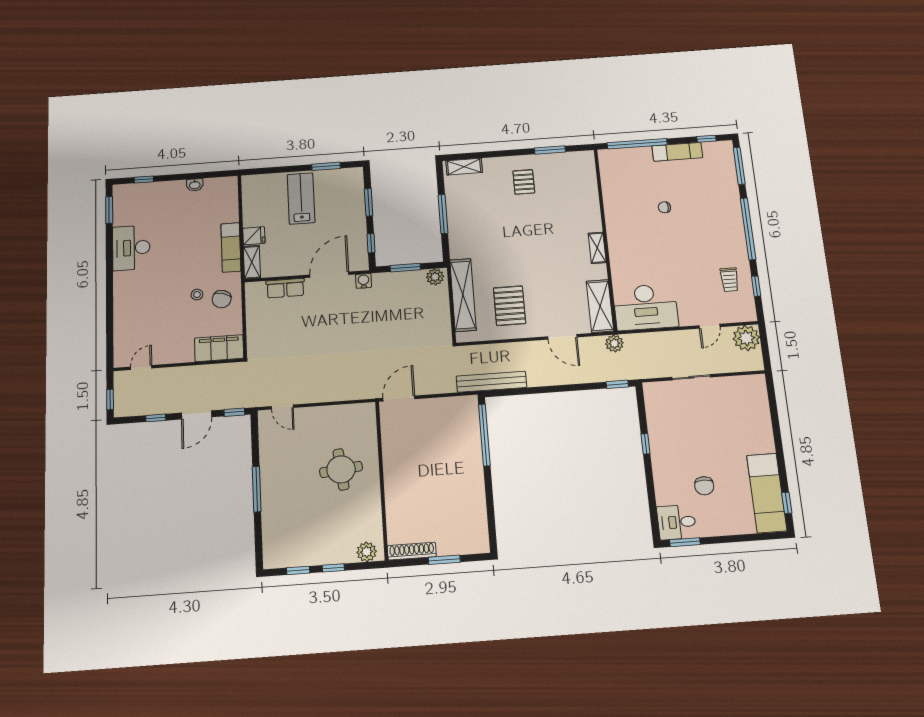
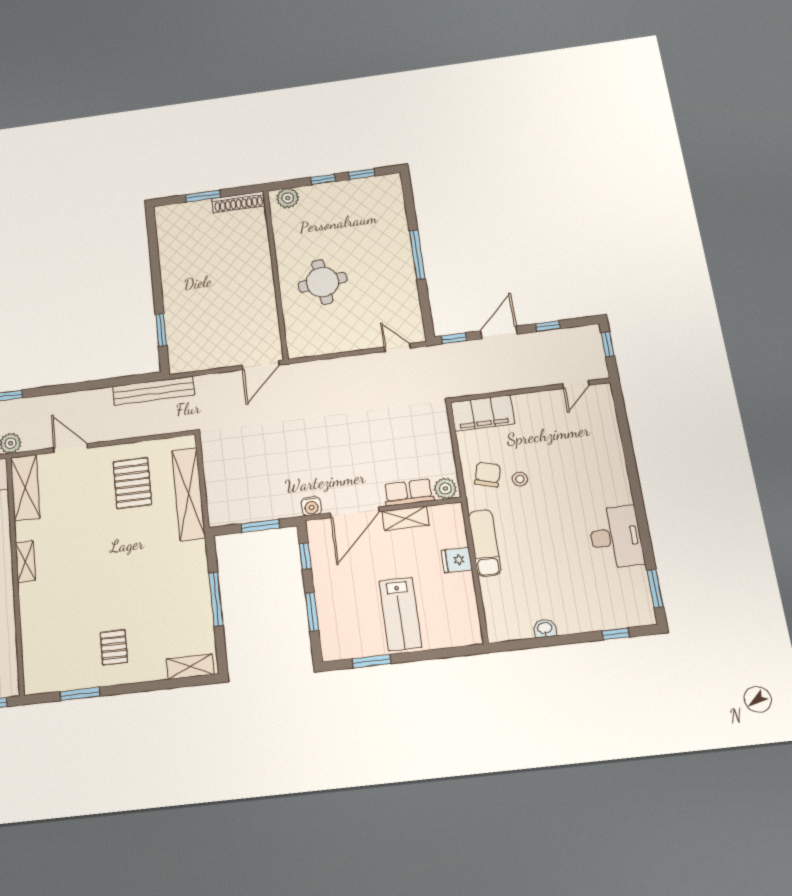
shelving: (252, 262) -> (405, 518), moved, turned 90
plant: (435, 277) -> (445, 489), moved
window: (484, 435) -> (161, 330), width x0.47

